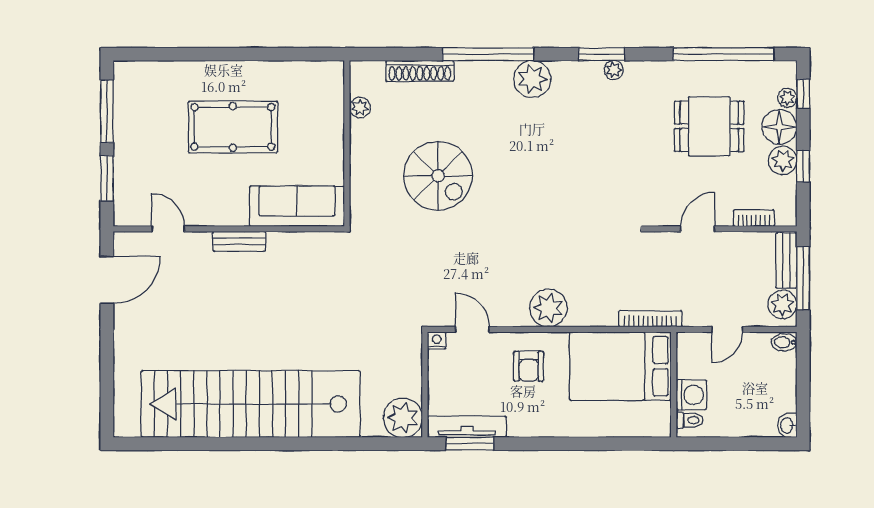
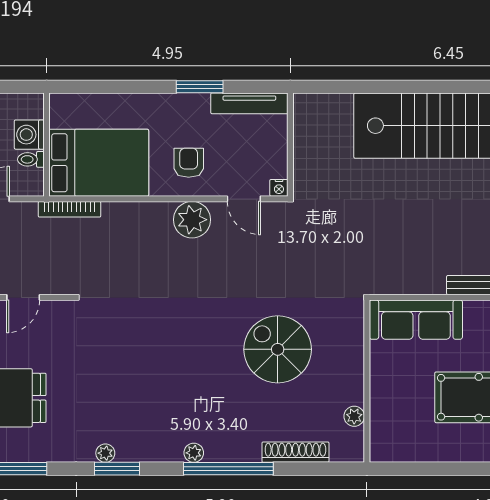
plant: (532, 79) -> (194, 453), width x0.53, depth x0.53
plant: (548, 308) -> (192, 220), moved
plant: (403, 418) -> (312, 112), removed
toilet: (690, 420) -> (31, 159), moved
window: (470, 444) -> (200, 87), moved

